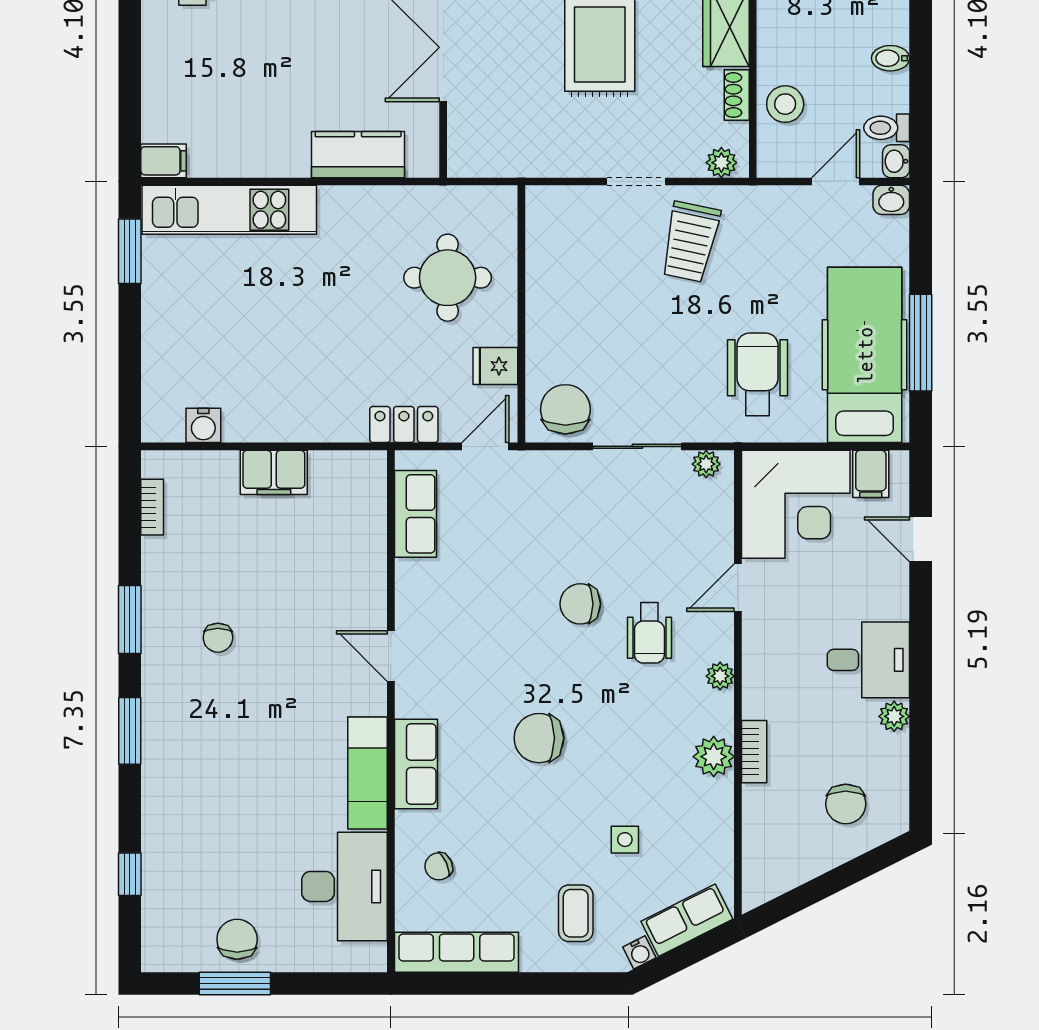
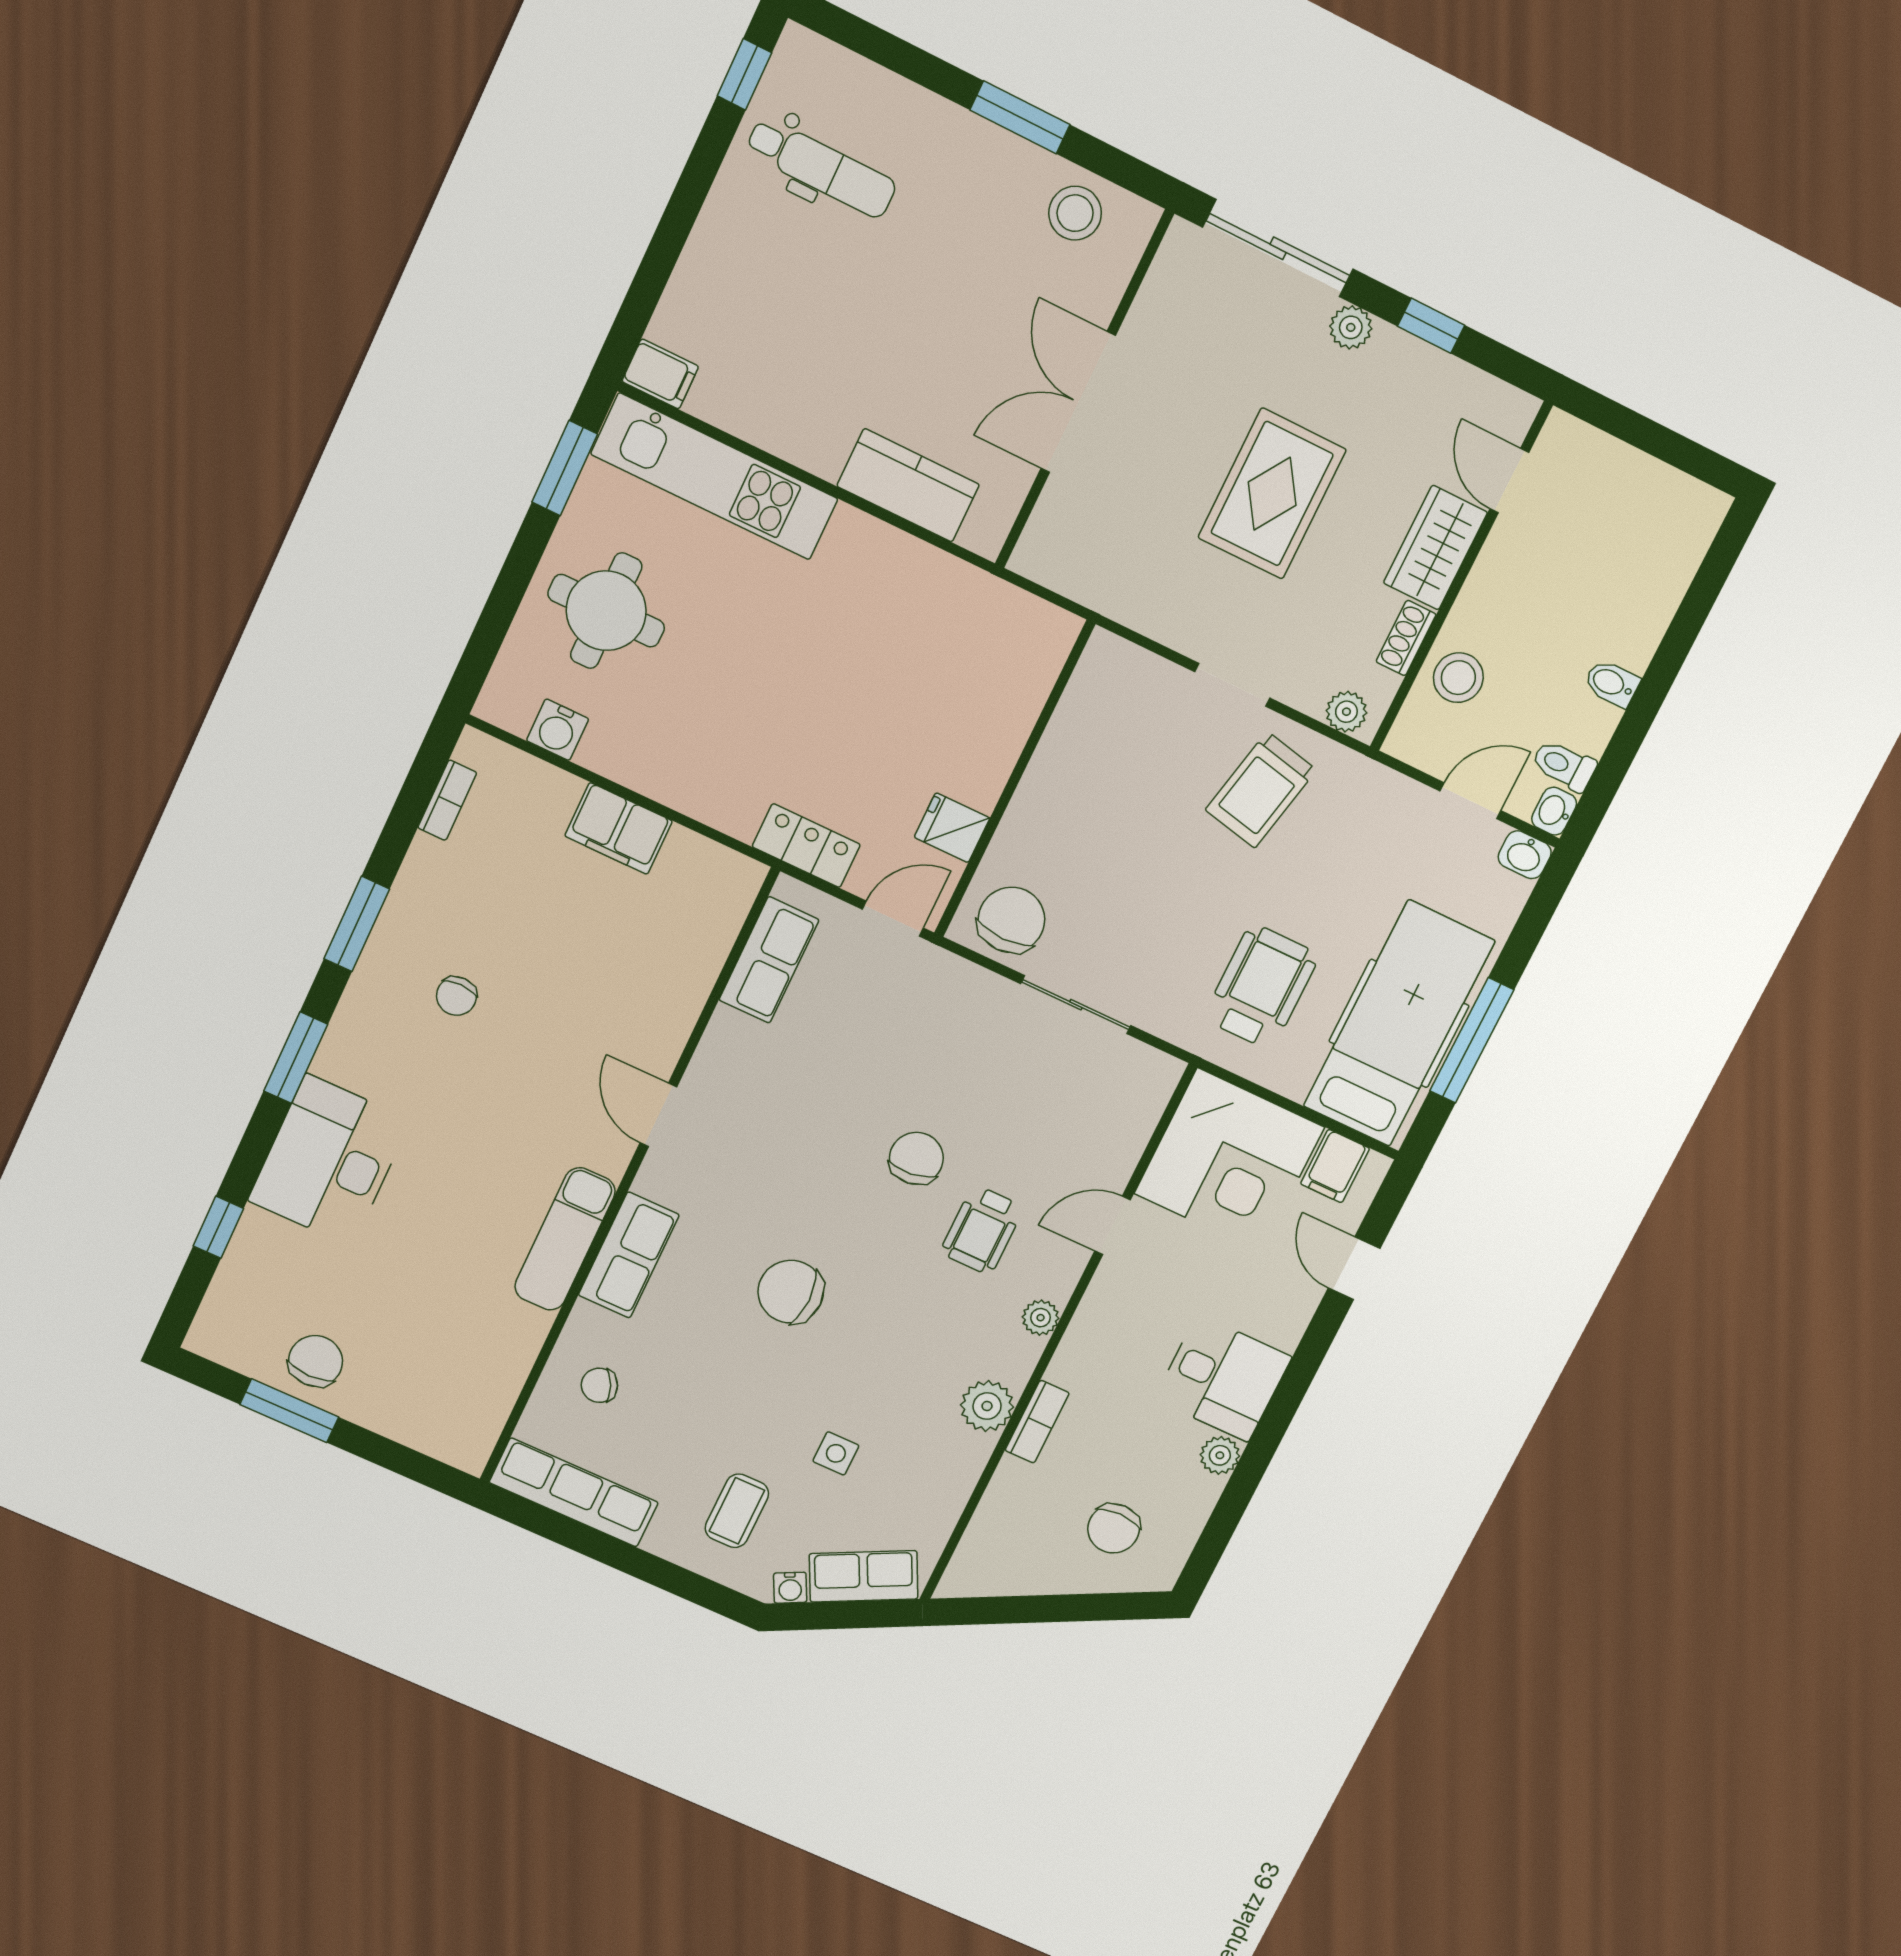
round table: (448, 278) -> (606, 611), moved
plant: (706, 464) -> (1147, 1064), removed
chair: (580, 604) -> (916, 1158), turned 83
desk: (344, 886) -> (329, 1160), moved, turned 180

